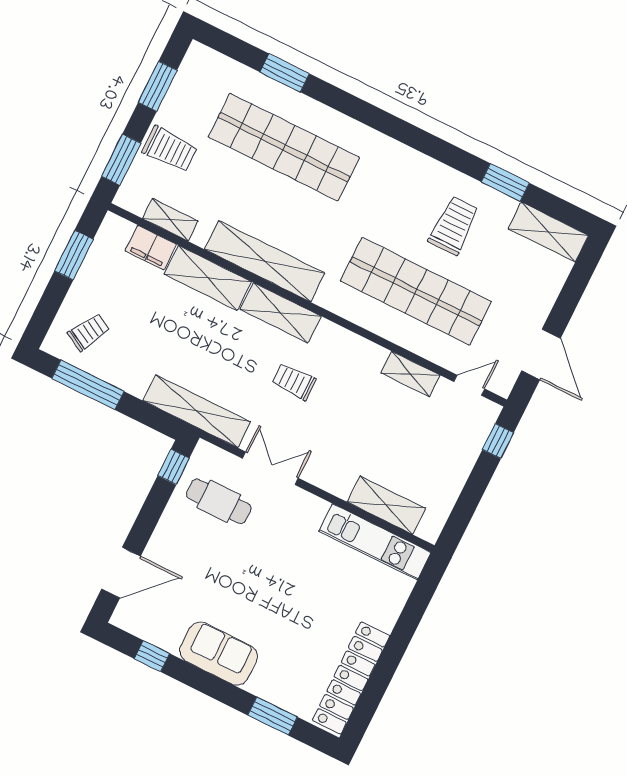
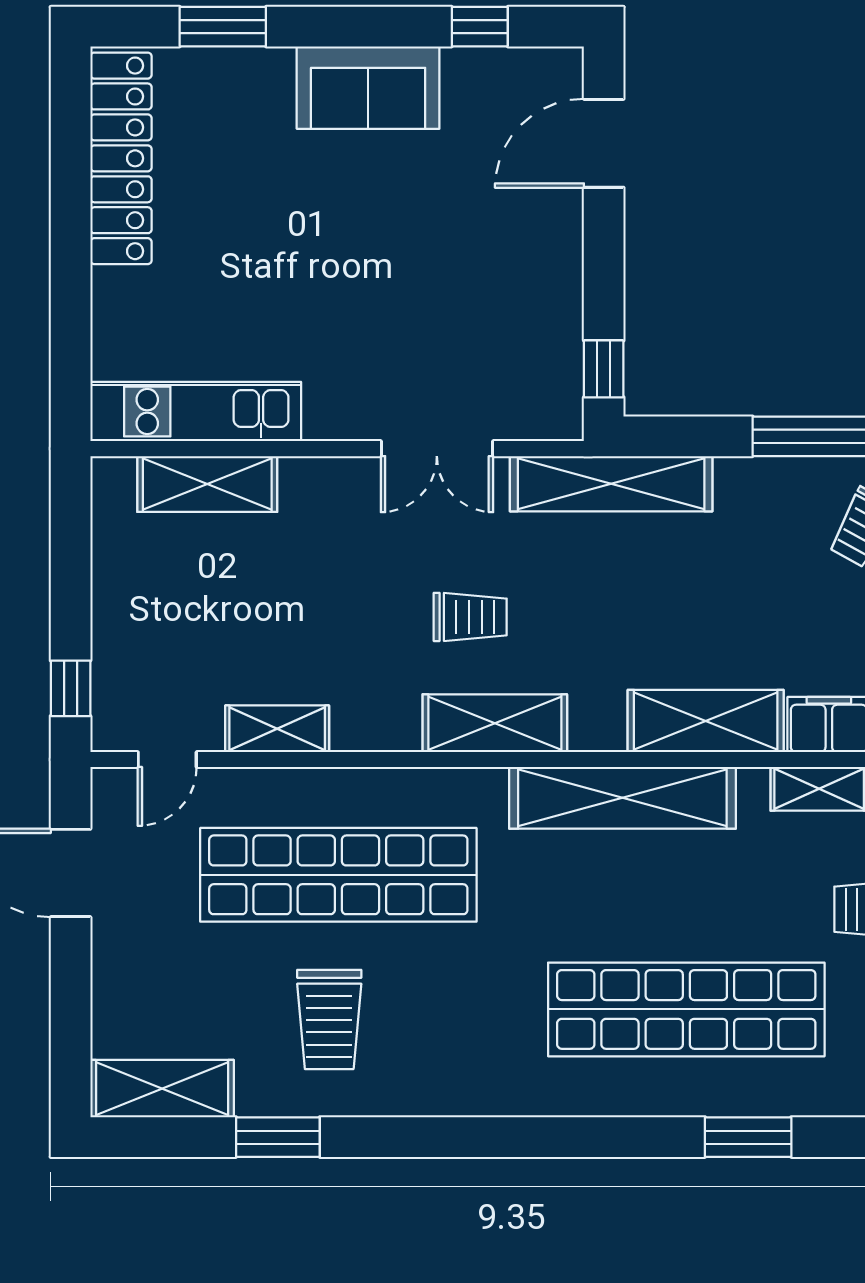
shelving: (281, 313) -> (495, 723), moved
cafe table: (219, 501) -> (497, 348), removed

